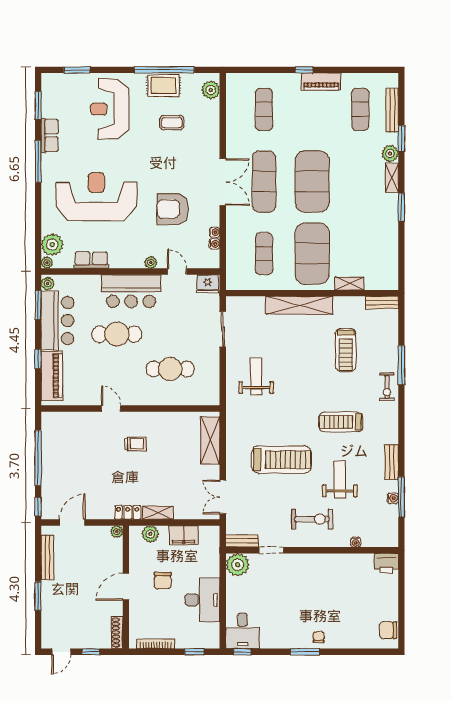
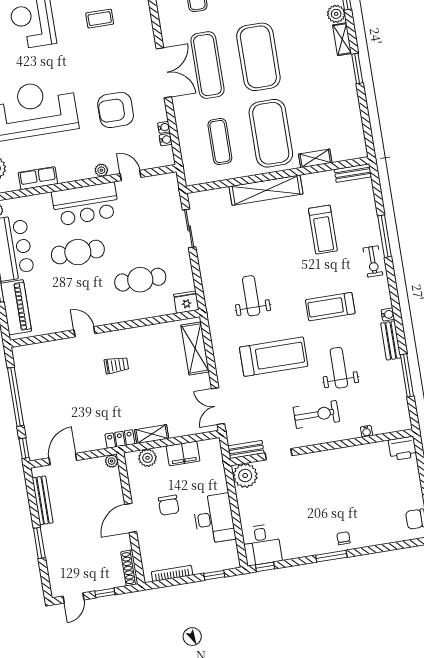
fridge: (208, 284) -> (186, 302), moved, turned 180
weight bench: (256, 376) -> (251, 296), moved
water cooler: (393, 498) -> (388, 315), moved

